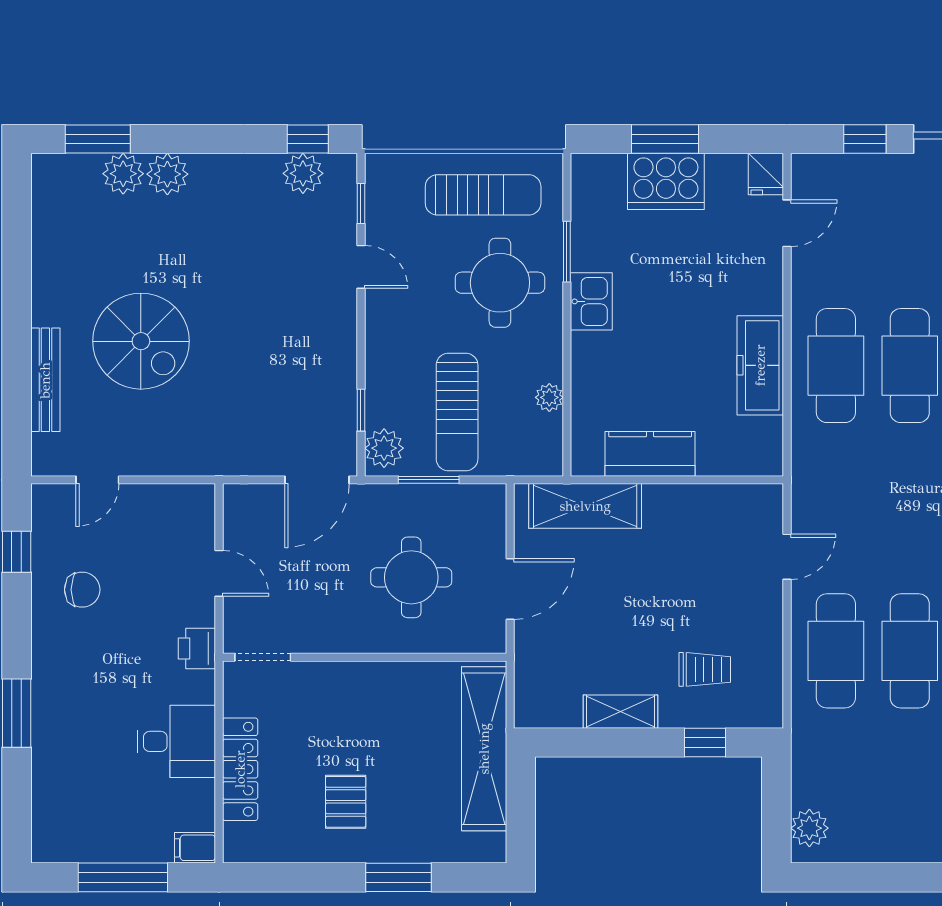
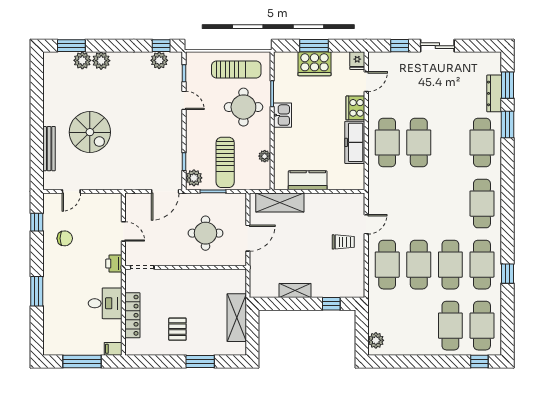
cooker: (762, 285) -> (355, 108), added
trolley: (705, 669) -> (343, 242), moved
shelving: (484, 749) -> (237, 318), width x0.68

